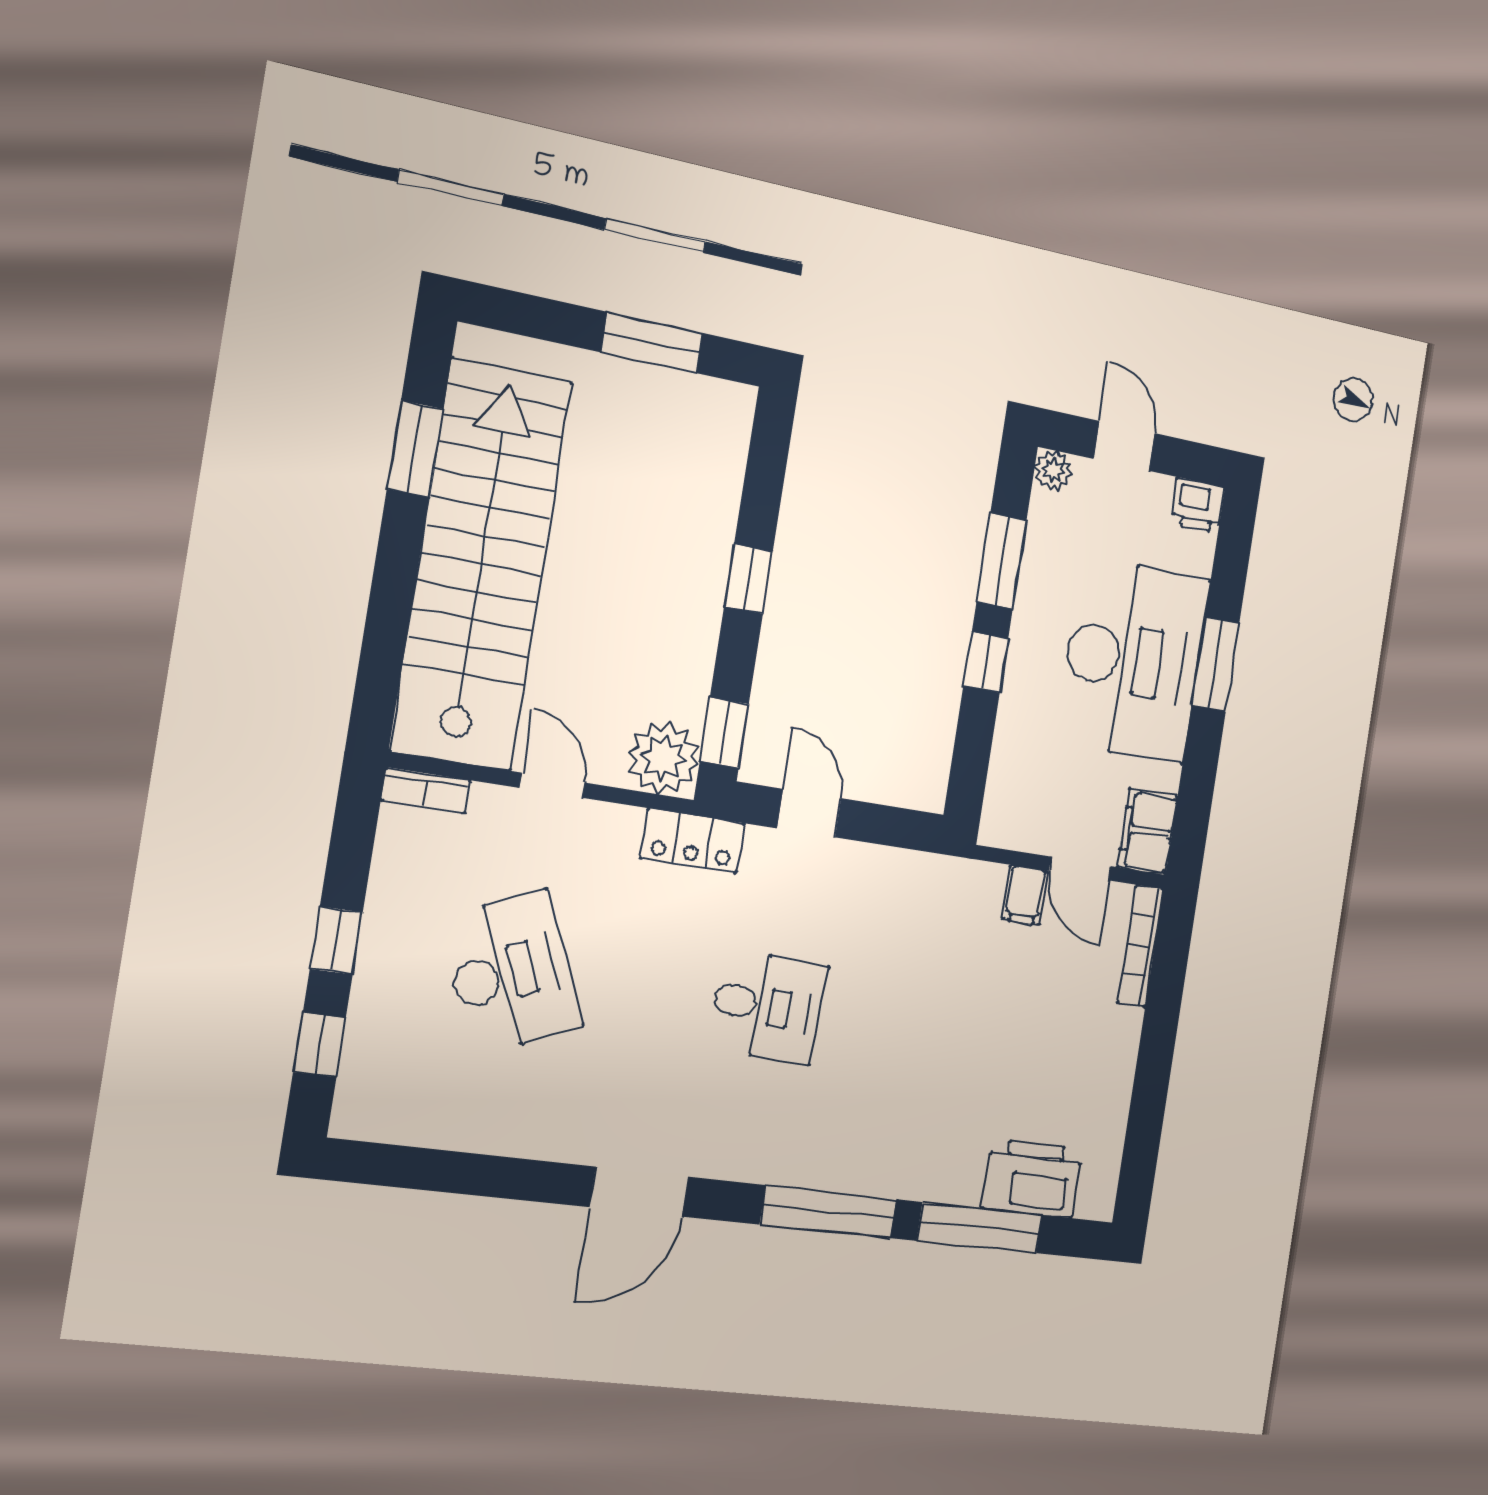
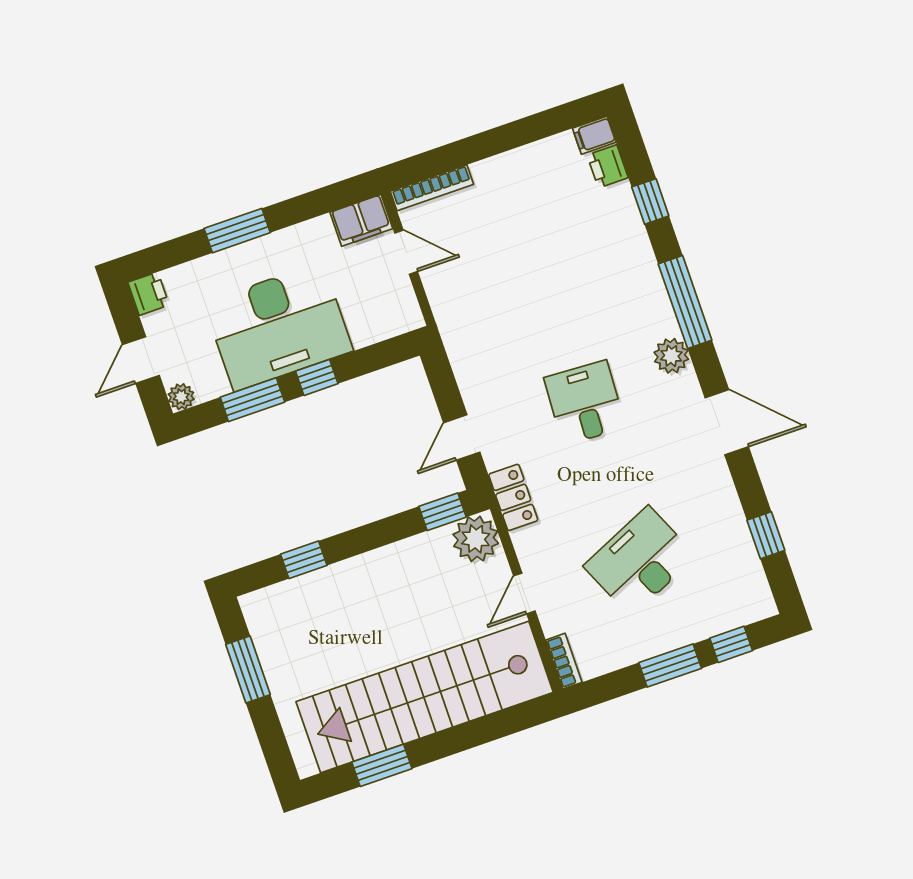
window: (749, 579) -> (304, 560), moved
desk: (1133, 661) -> (278, 327), moved, turned 180
door: (1080, 869) -> (406, 252), hinge flipped
filing cabinet: (1025, 895) -> (594, 135), moved, turned 180
window: (336, 940) -> (670, 666), width x1.50
plant: (768, 1158) -> (671, 356), added
window: (452, 1172) -> (766, 535), added
printer: (1032, 1179) -> (608, 166), width x0.53, depth x0.68
window: (980, 1228) -> (650, 201), width x0.46

